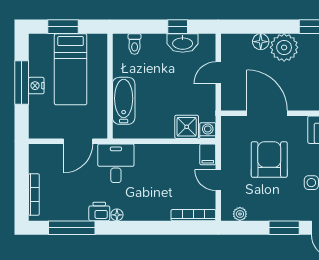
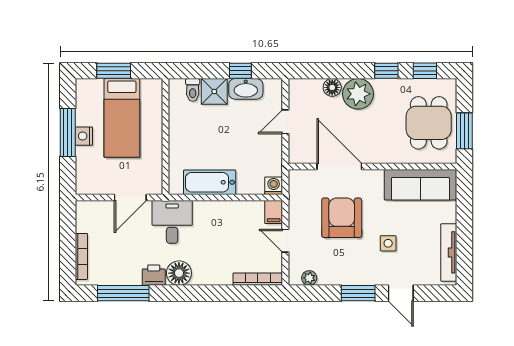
bathtub: (124, 101) -> (210, 182), moved, turned -90
shower: (187, 127) -> (214, 91), moved
floor lamp: (117, 215) -> (179, 273), width x1.89, depth x1.89

